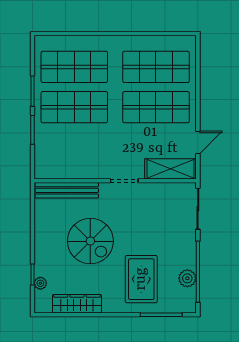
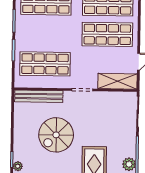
shop shelf: (74, 107) -> (45, 64), moved
spiral stairs: (90, 241) -> (56, 135), turned 90

